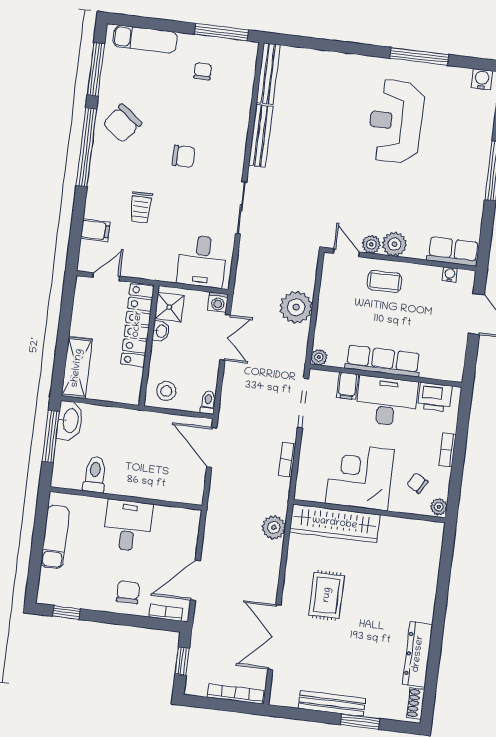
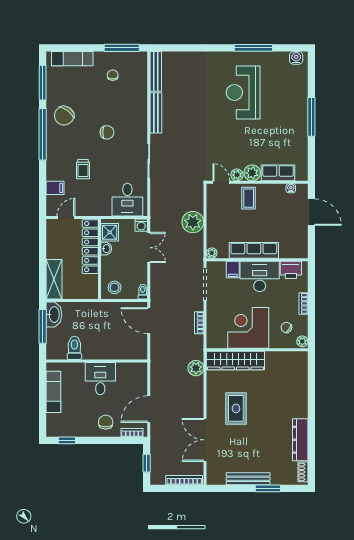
row of seats: (453, 251) -> (278, 173), moved
coffee table: (384, 282) -> (249, 198), turned 90

